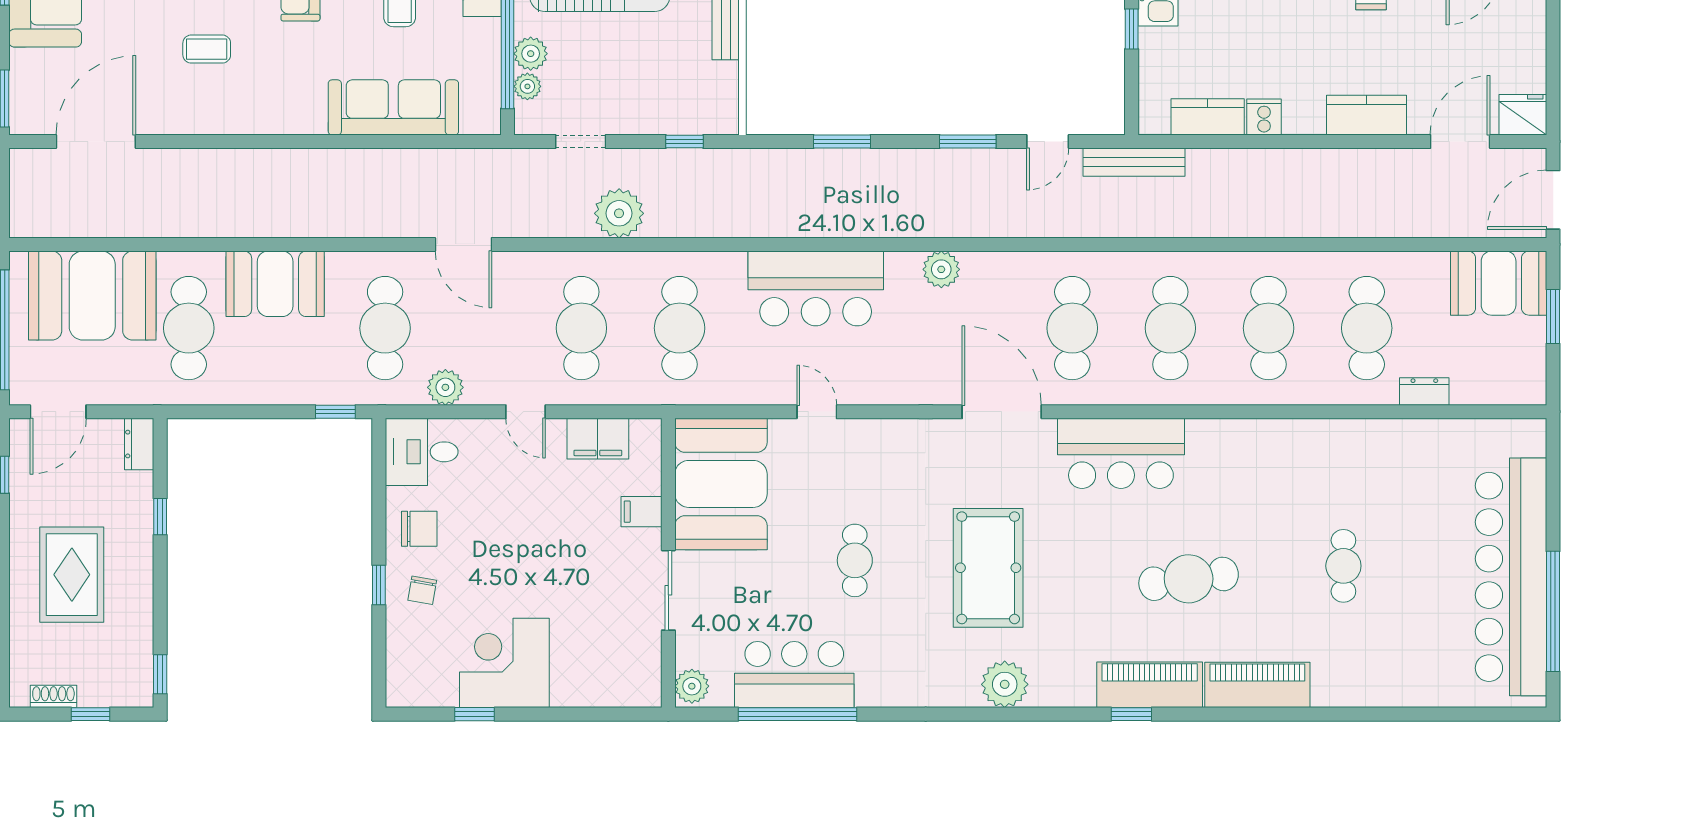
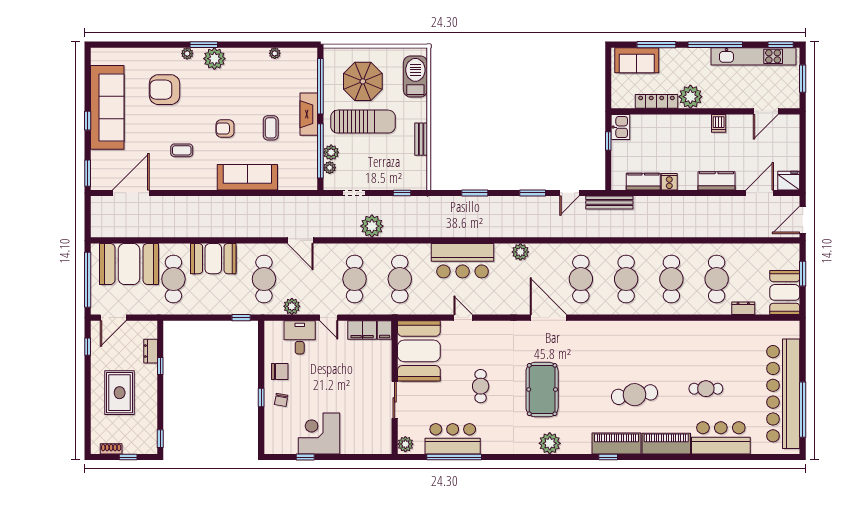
sofa: (393, 107) -> (247, 177), moved
booth: (1499, 283) -> (785, 292), moved, turned 90
dresser: (139, 444) -> (151, 351), moved
desk: (422, 452) -> (300, 337), moved, turned 90
bar counter: (1121, 453) -> (721, 438), moved, turned 180
filing cabinet: (641, 512) -> (385, 330), moved, turned -90
cafe table: (1343, 566) -> (706, 389), turned 90

